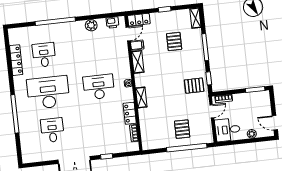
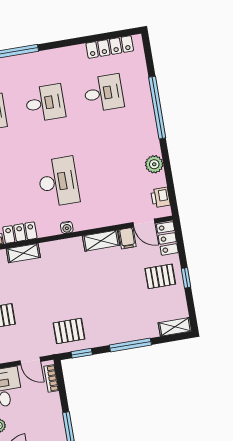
pallet: (174, 42) -> (160, 276), moved
locker: (16, 60) -> (110, 47), moved
pallet: (194, 86) -> (69, 331), turned 90
desk: (48, 92) -> (45, 103), width x0.53, depth x0.77
shelving: (141, 97) -> (23, 253), moved

